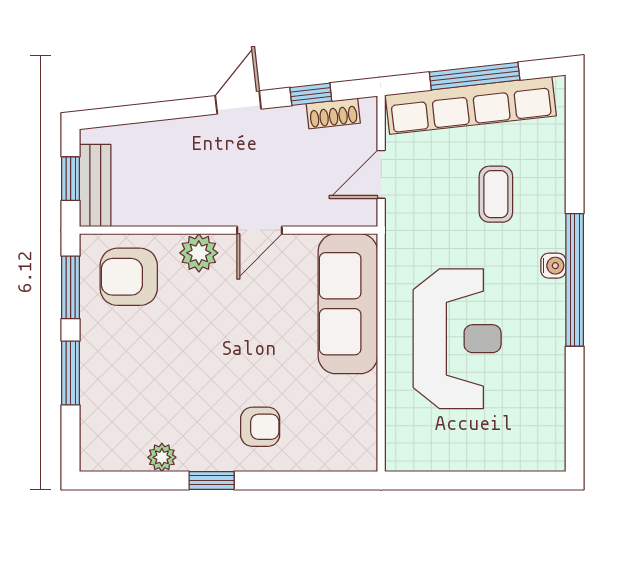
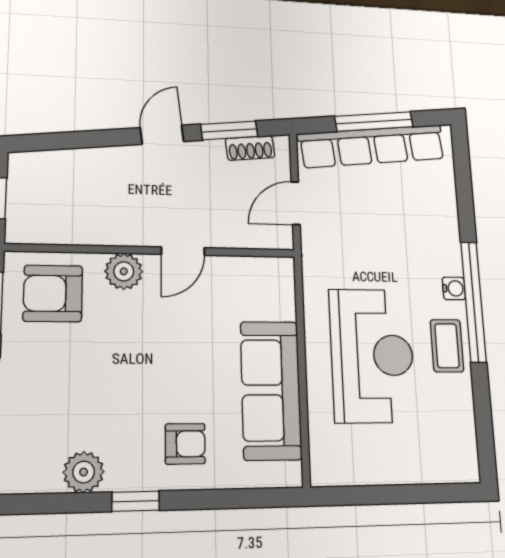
window: (311, 94) -> (229, 130), width x1.50
bench: (95, 185) -> (21, 205), removed
coffee table: (496, 194) -> (447, 346), moved
sofa: (348, 304) -> (271, 390), moved
plant: (162, 457) -> (84, 472), width x1.38, depth x1.38

